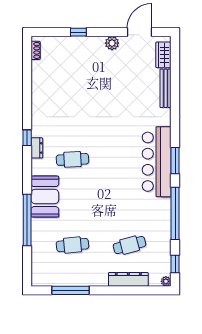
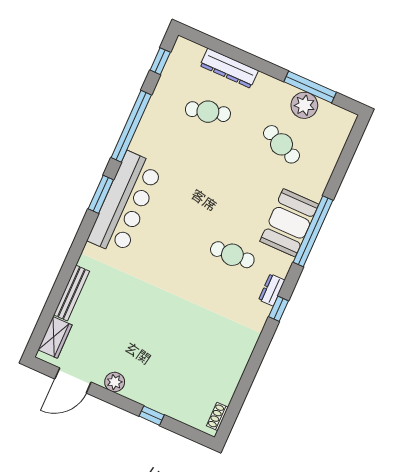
window: (27, 220) -> (313, 231), moved
cafe table: (72, 245) -> (281, 144), turned 30
plant: (166, 281) -> (304, 105), moved, width x1.88, depth x1.88

